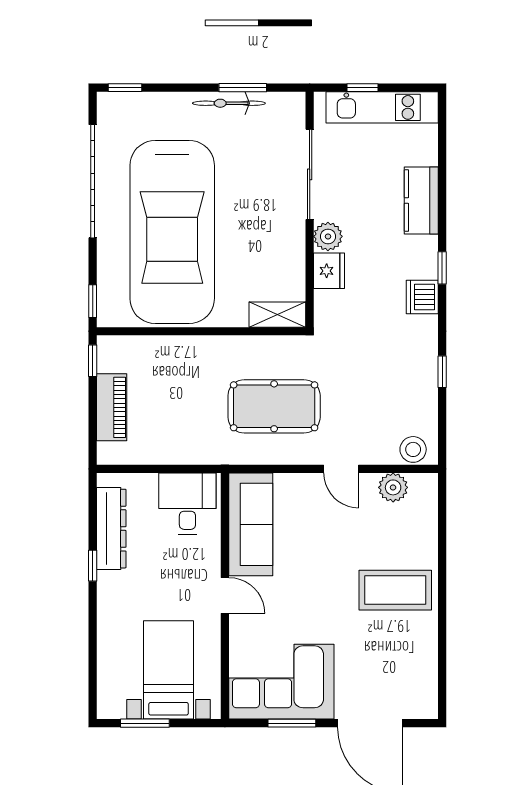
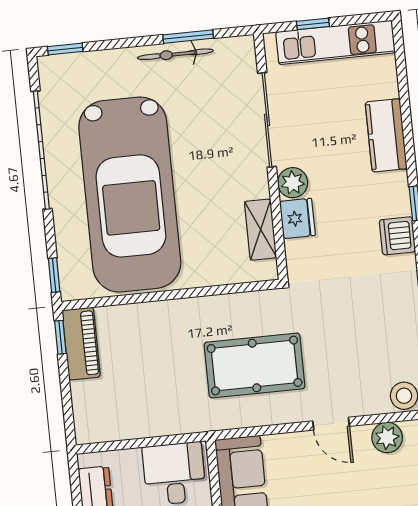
shelving: (277, 315) -> (261, 230), moved, turned 90
piano: (112, 407) -> (81, 344), moved

